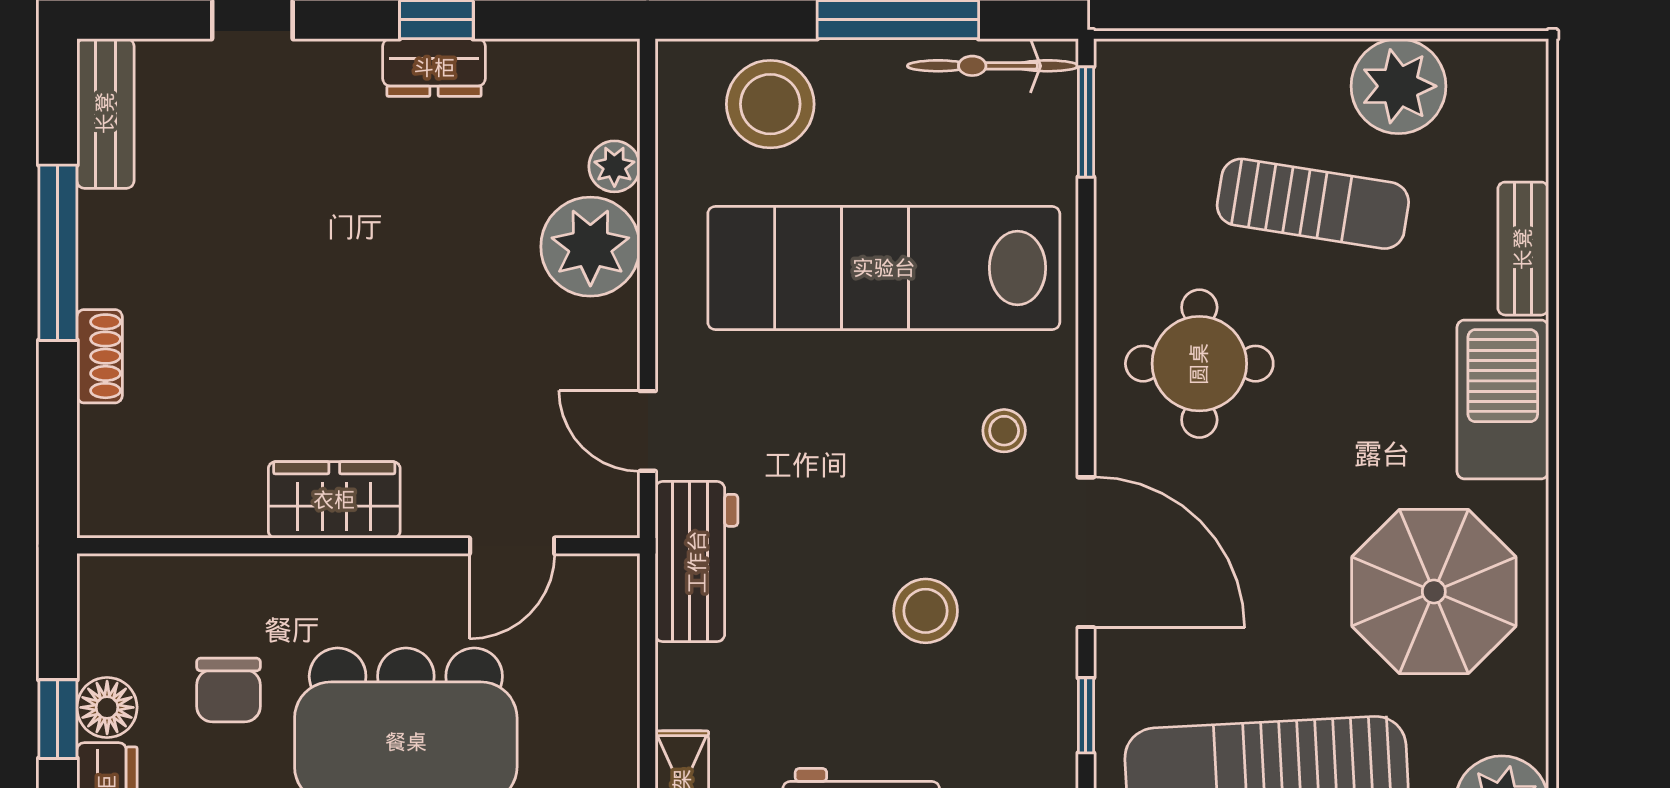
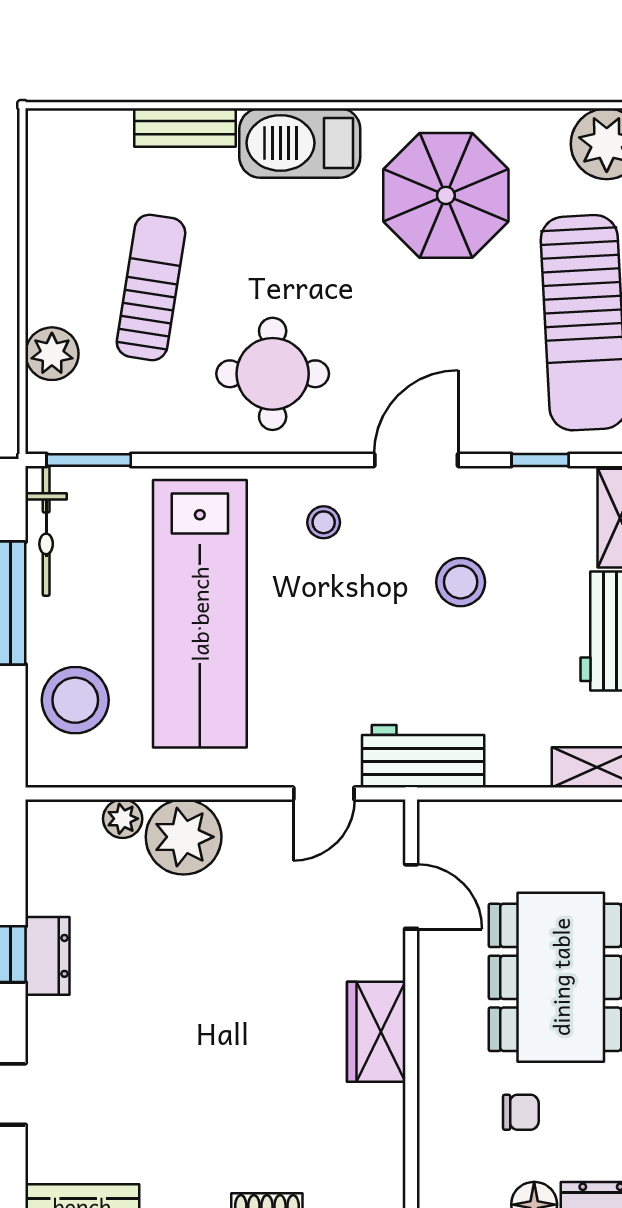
plant: (1398, 86) -> (52, 354), moved, width x0.73, depth x0.73
door: (1086, 552) -> (416, 460), width x0.73
chair: (228, 690) -> (521, 1112), width x0.73, depth x0.73

